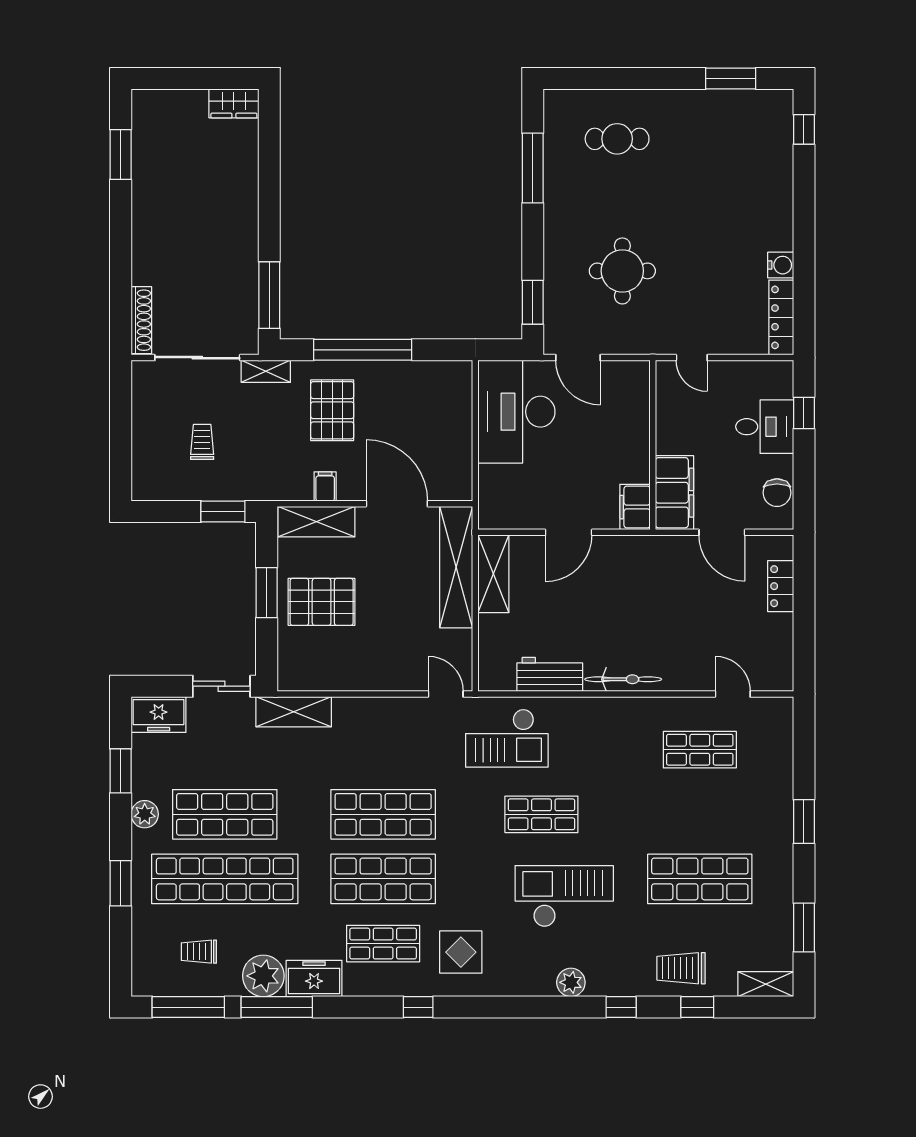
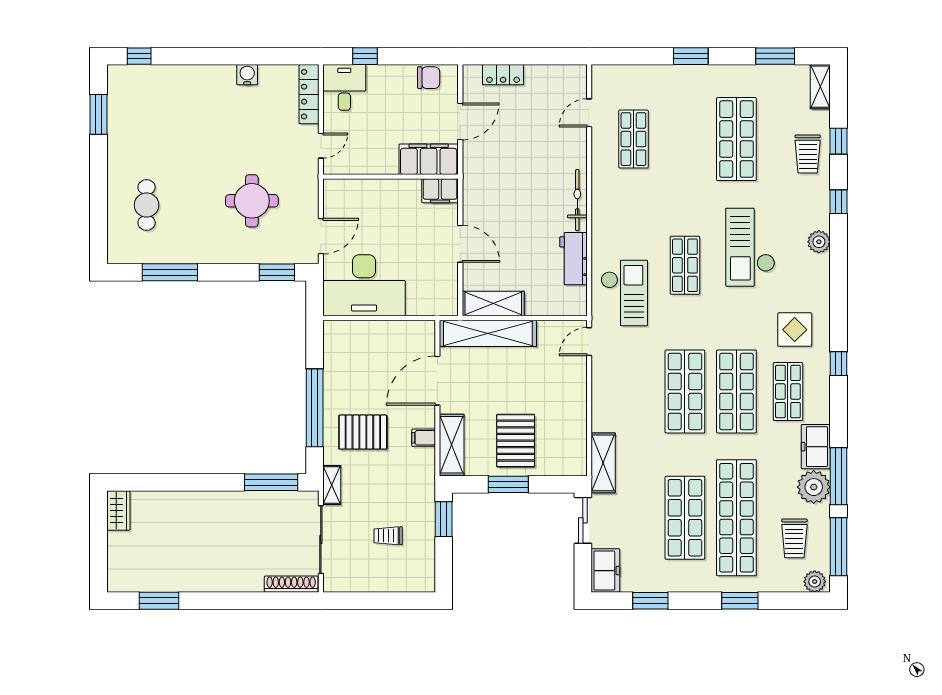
locker: (781, 317) -> (309, 94), moved, turned 90
desk: (765, 427) -> (344, 87), moved
plant: (145, 814) -> (815, 582), moved
trolley: (199, 952) -> (794, 538), width x1.36, depth x1.39

